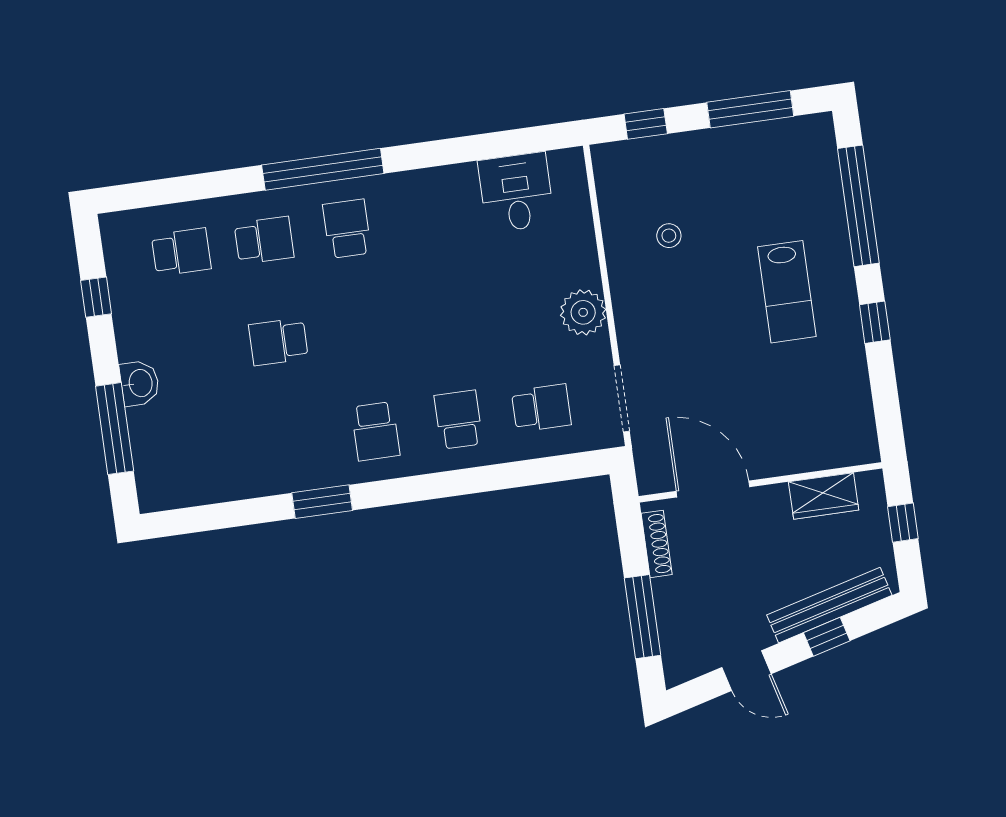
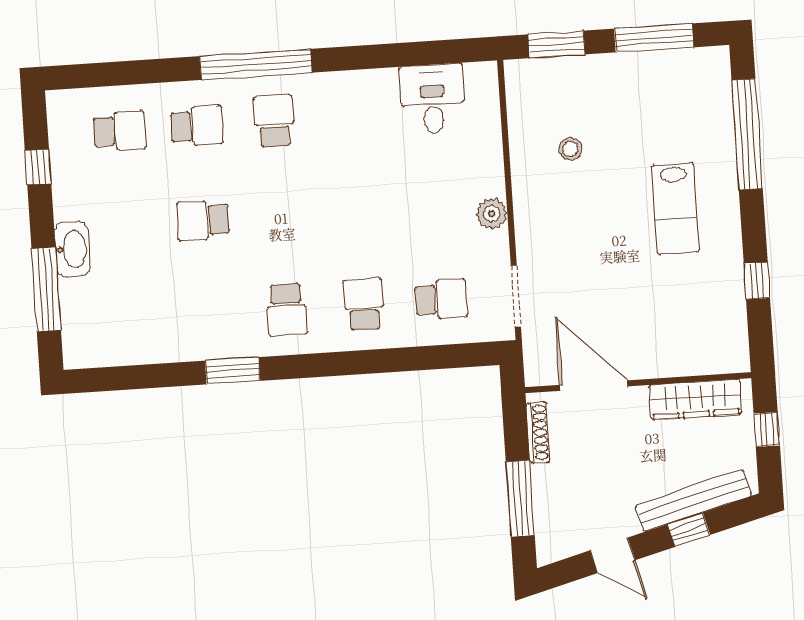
window: (646, 124) -> (557, 44), width x1.50
plant: (583, 312) -> (492, 214), width x0.73, depth x0.73
window: (875, 322) -> (757, 281), moved
washbasin: (140, 383) -> (72, 249), width x1.38
wardrobe: (824, 496) -> (695, 399), width x1.50

